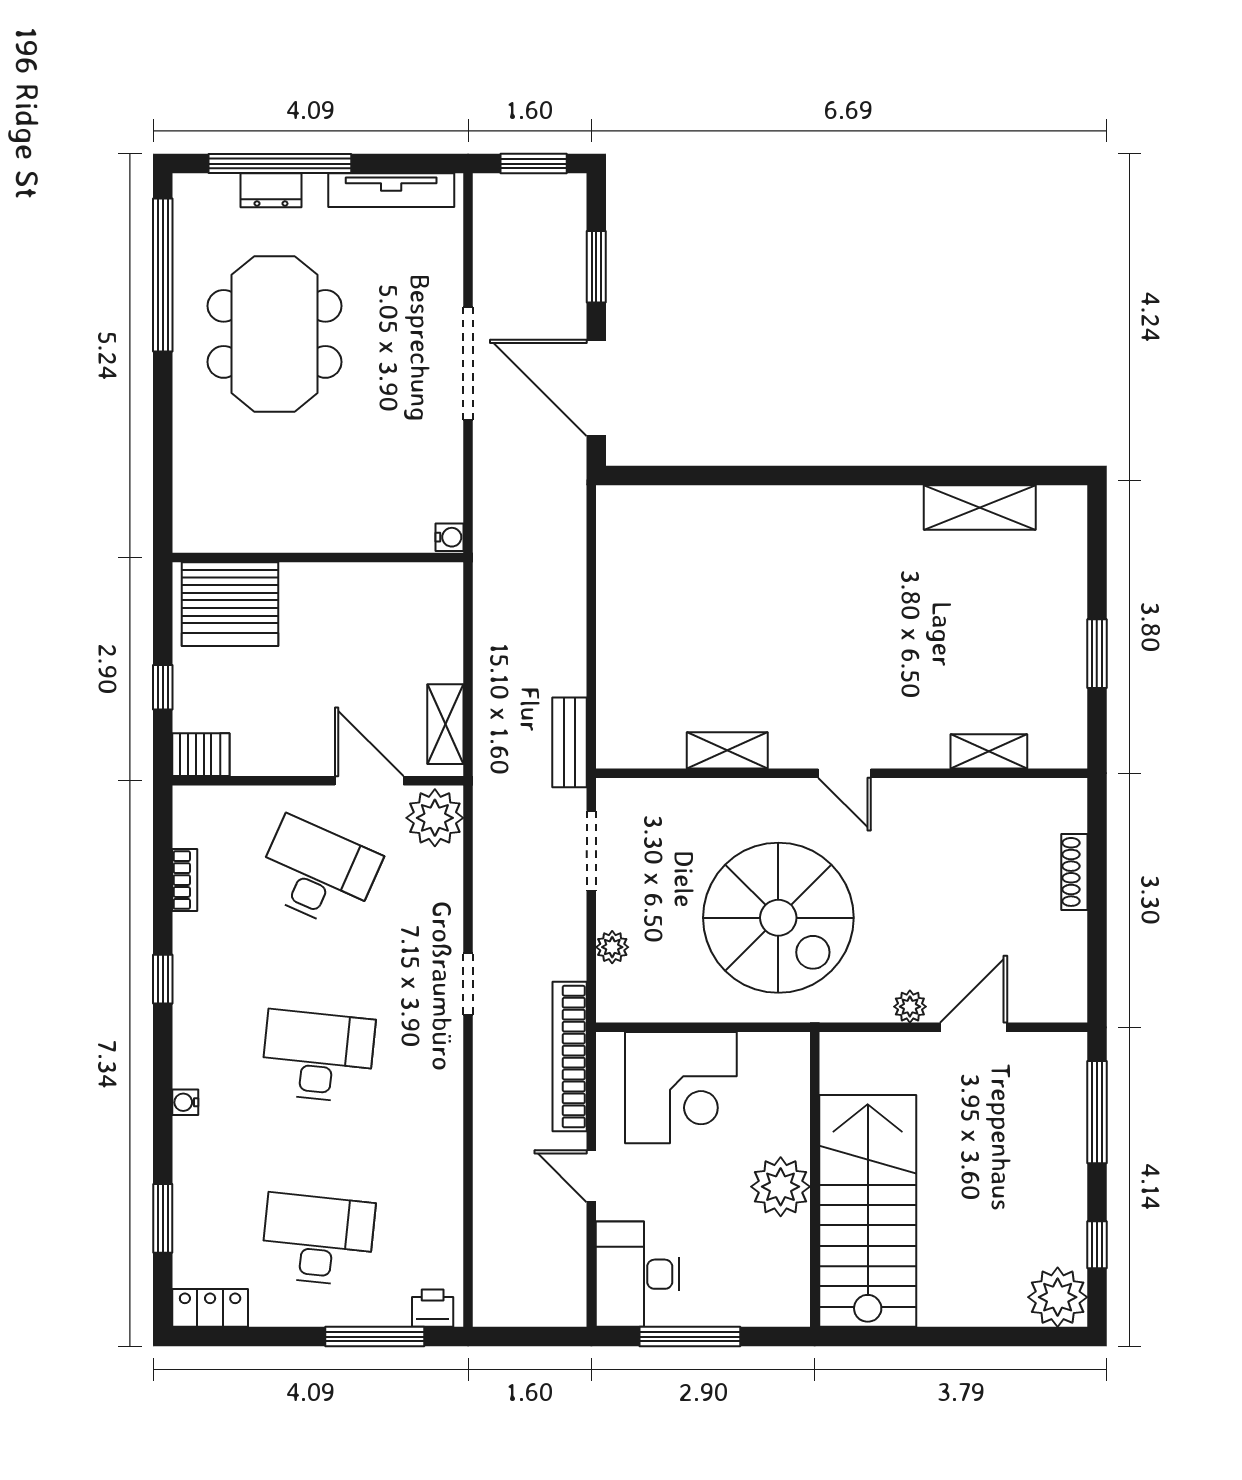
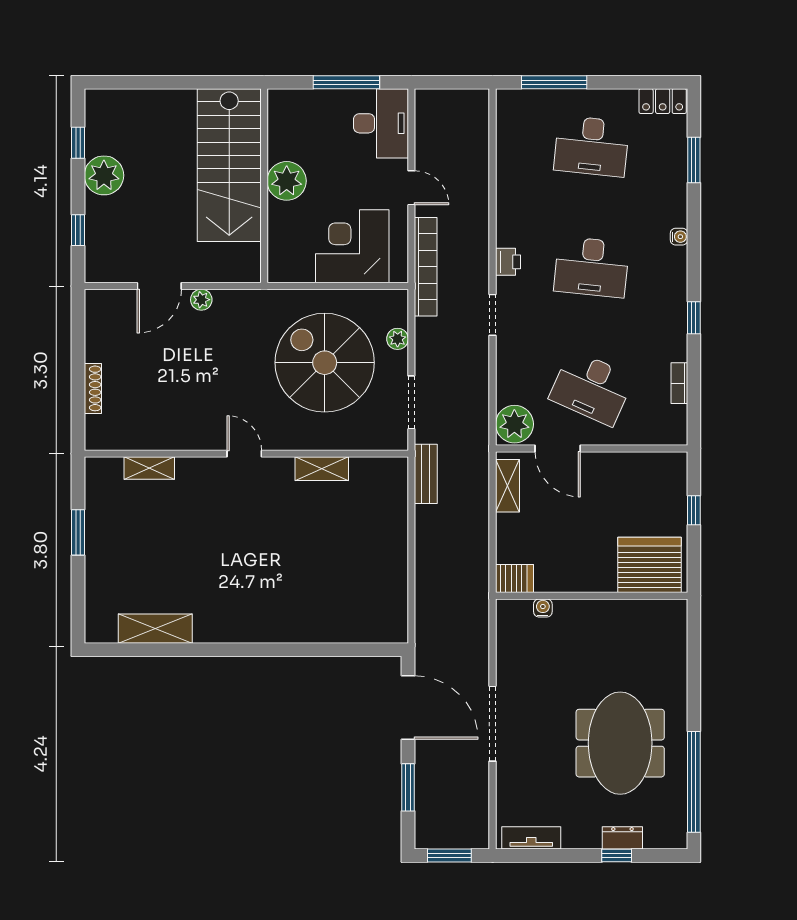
window: (280, 164) -> (617, 855), width x0.32
tv unit: (391, 190) -> (531, 838), width x0.71
water cooler: (450, 537) -> (543, 608), moved, turned 90
server rack: (201, 755) -> (514, 578), moved, turned 180
spiral stairs: (778, 918) -> (325, 363), moved
window: (1097, 1112) -> (78, 230), width x0.46
plant: (1058, 1297) -> (104, 175), moved
printer: (433, 1308) -> (508, 262), moved, turned -90

